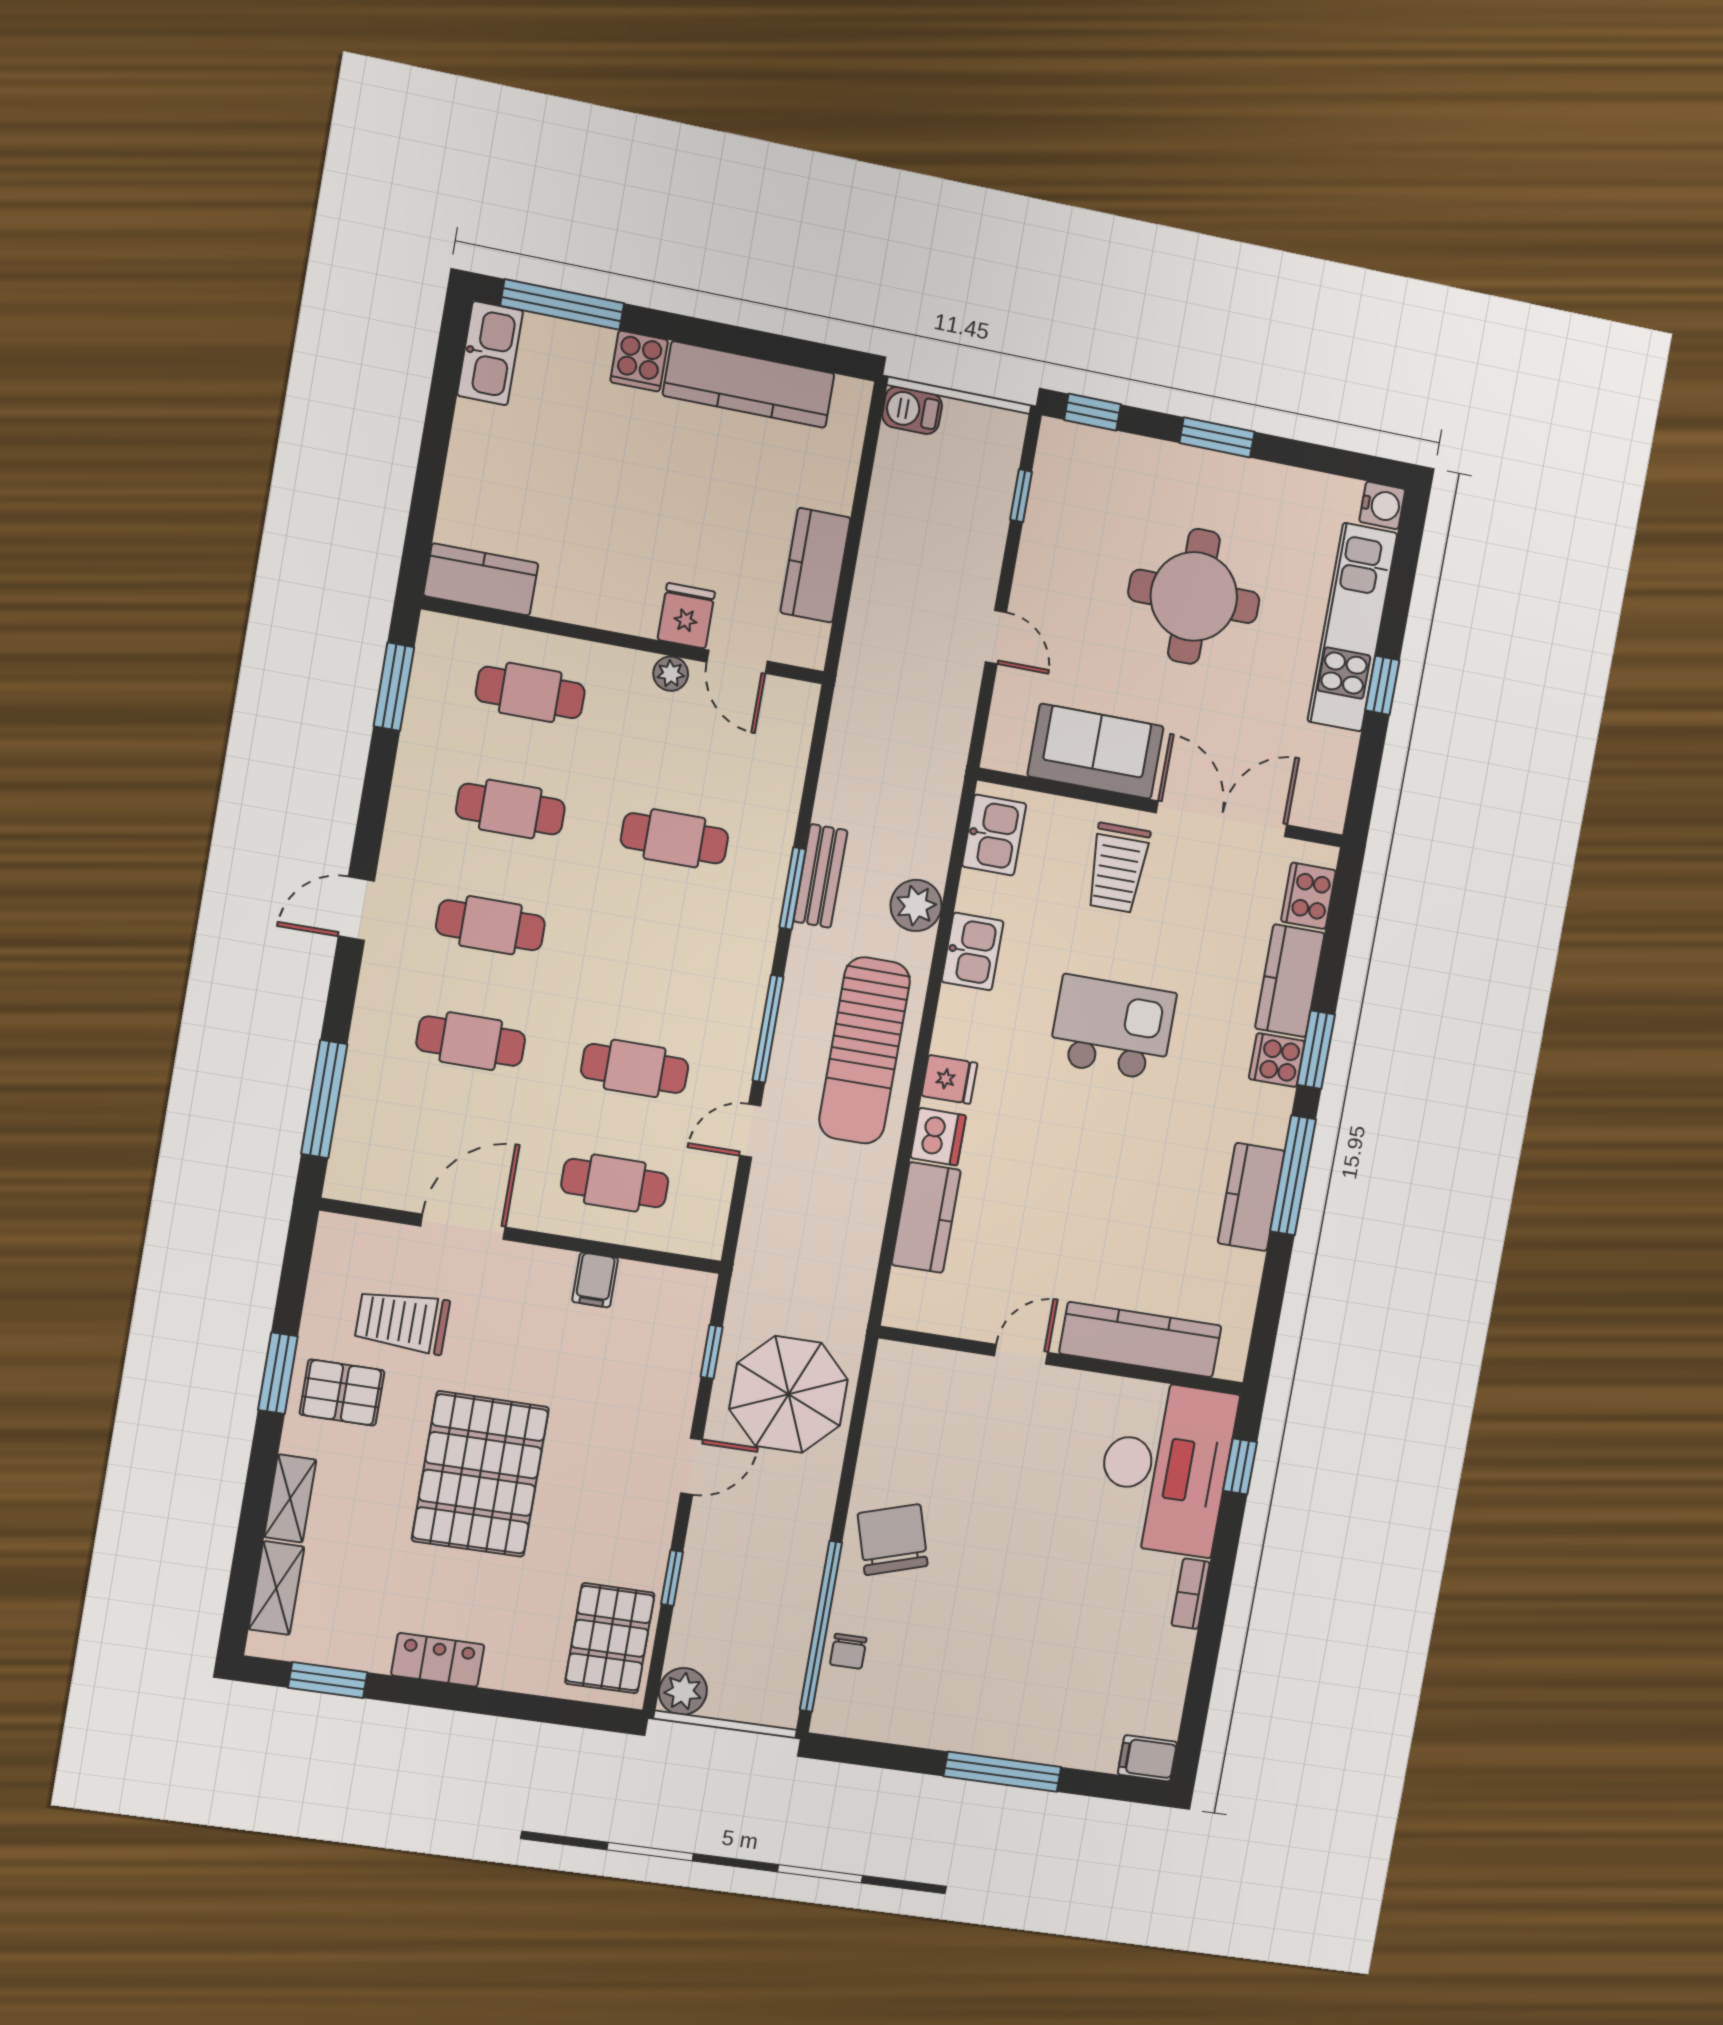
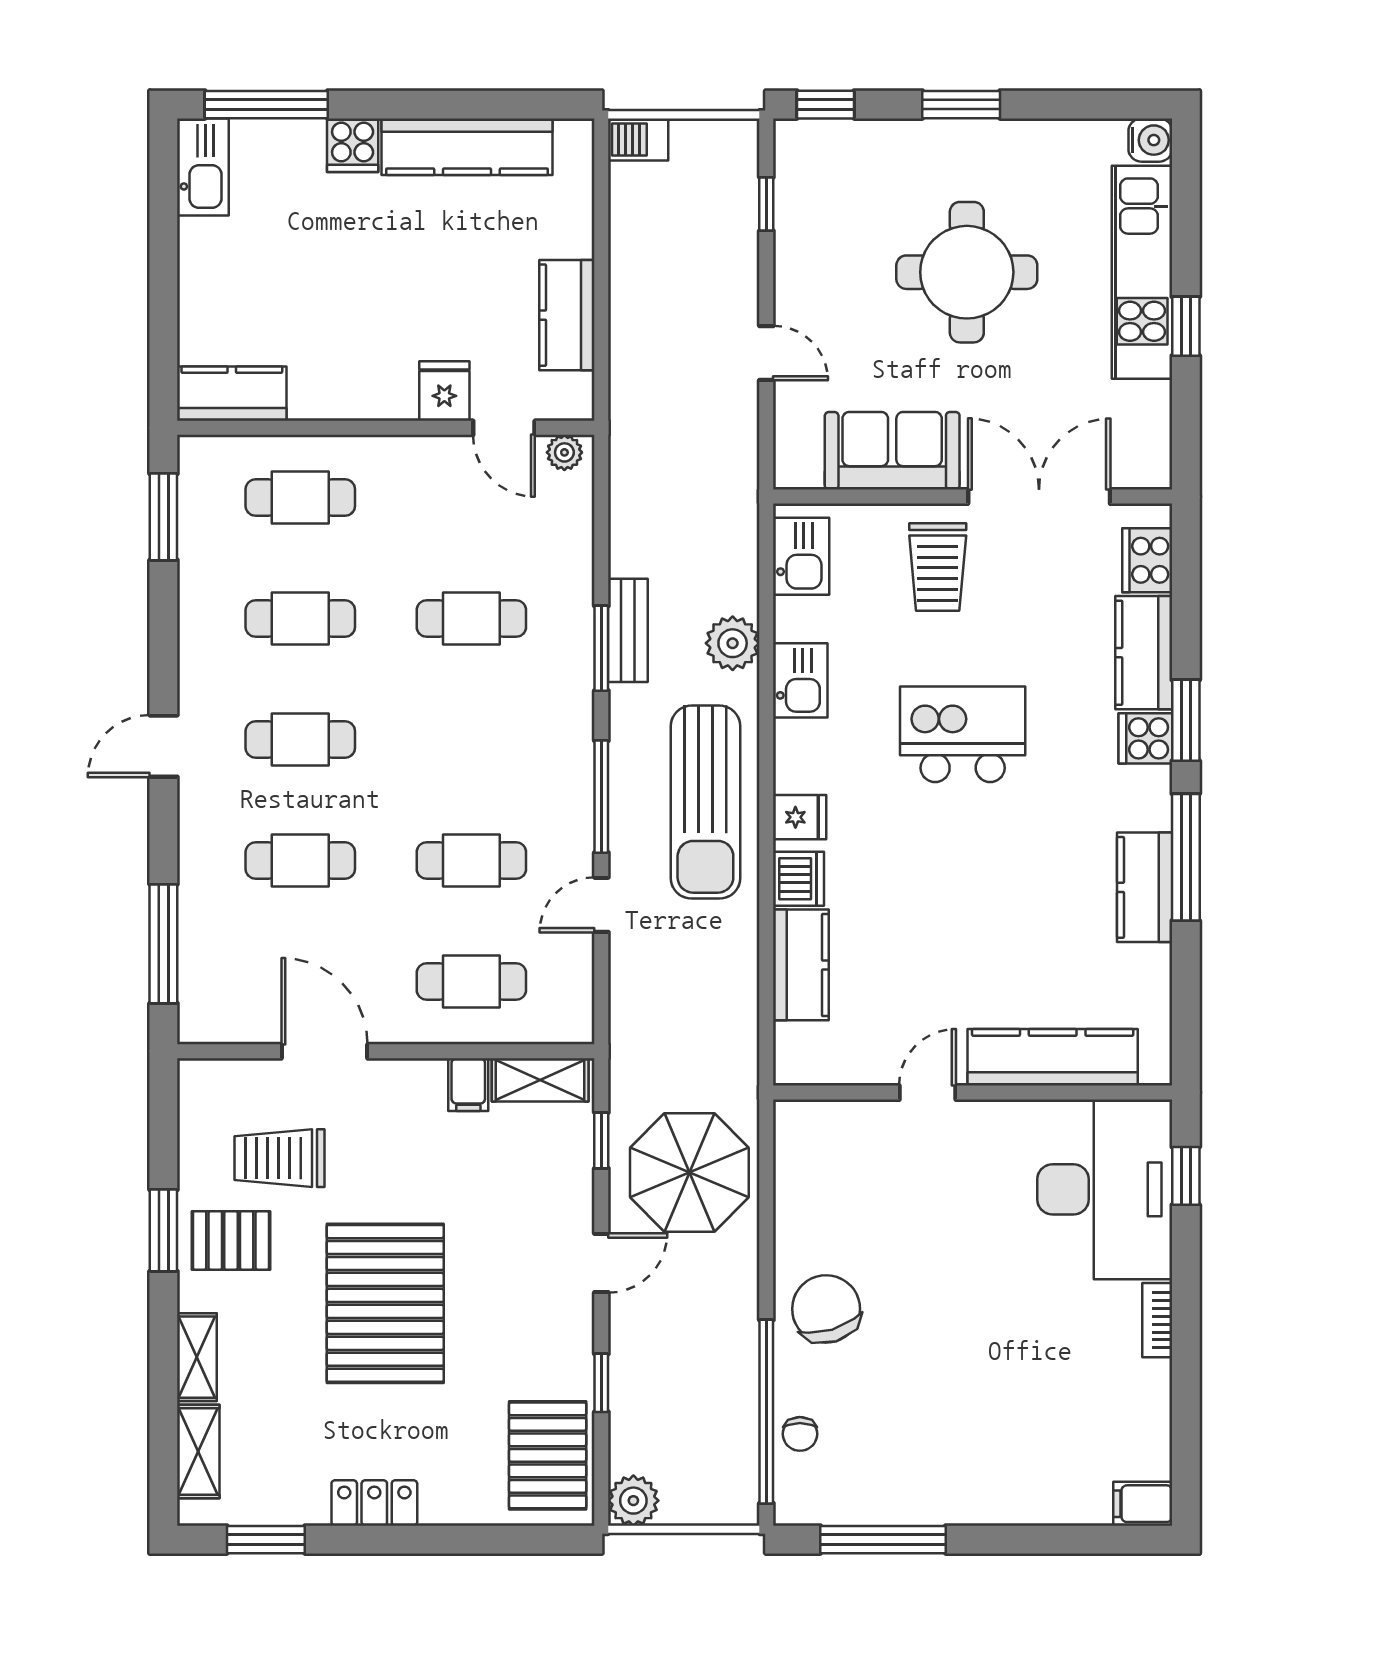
plant: (671, 674) -> (564, 452), moved
door: (463, 1227) -> (325, 1051), hinge flipped
shelving: (664, 1286) -> (540, 1080), added
window: (1002, 1772) -> (883, 1540), moved

